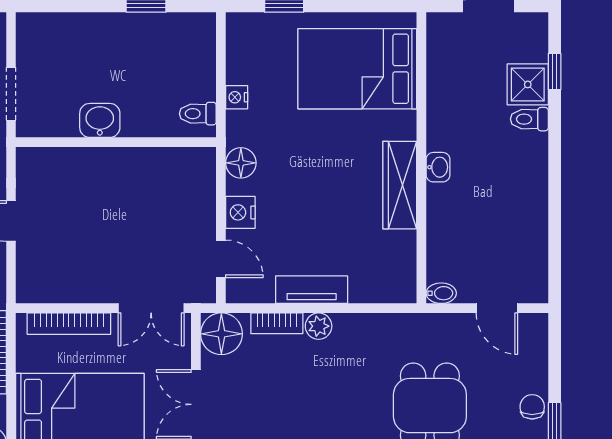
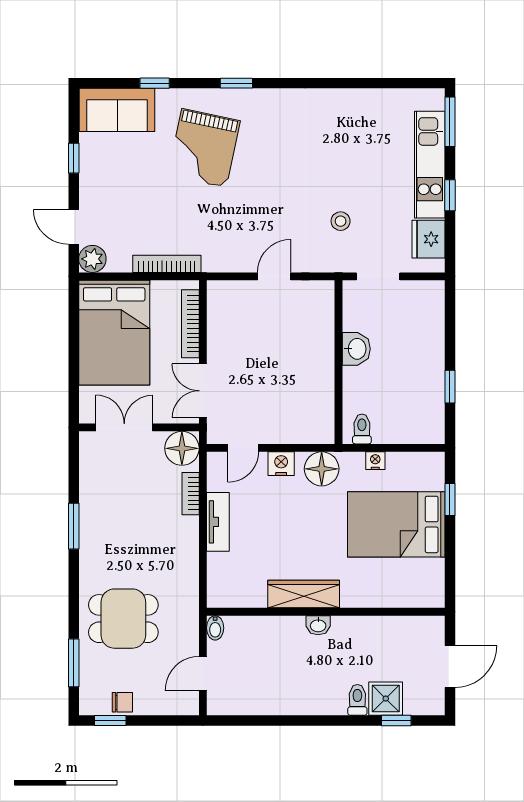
bed: (357, 69) -> (396, 524), moved, turned -90
floor lamp: (241, 163) -> (322, 469), width x1.38, depth x1.38
plant: (319, 326) -> (188, 528), removed

